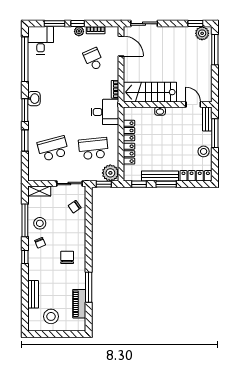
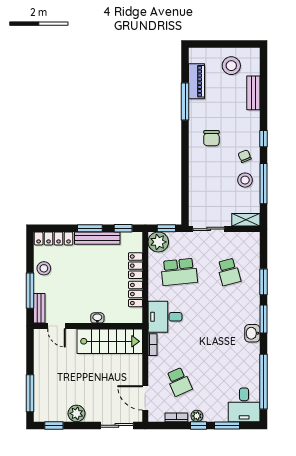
plant: (202, 33) -> (77, 413), moved
school desk: (53, 149) -> (229, 272), width x0.54
chair: (75, 207) -> (202, 200), removed

